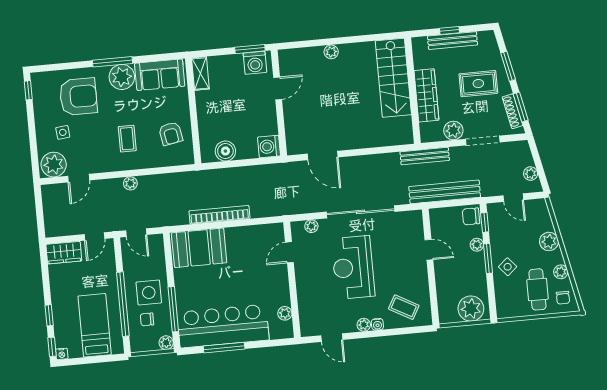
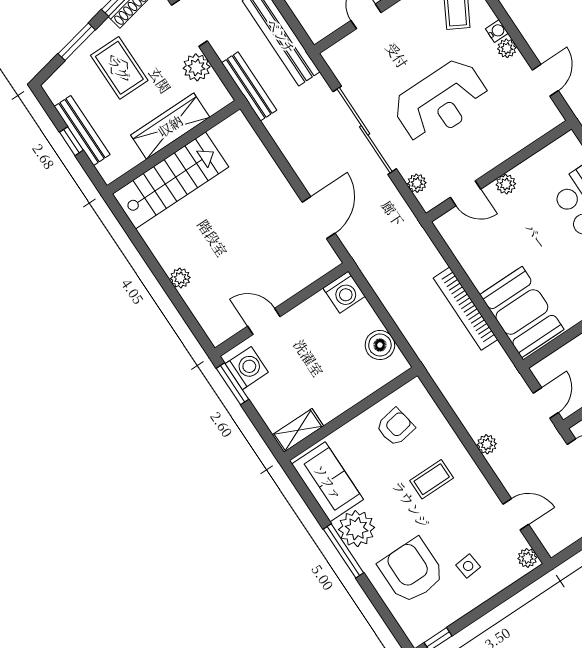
plant: (54, 165) -> (527, 558), width x0.53, depth x0.53
plant: (285, 313) -> (506, 184), moved

